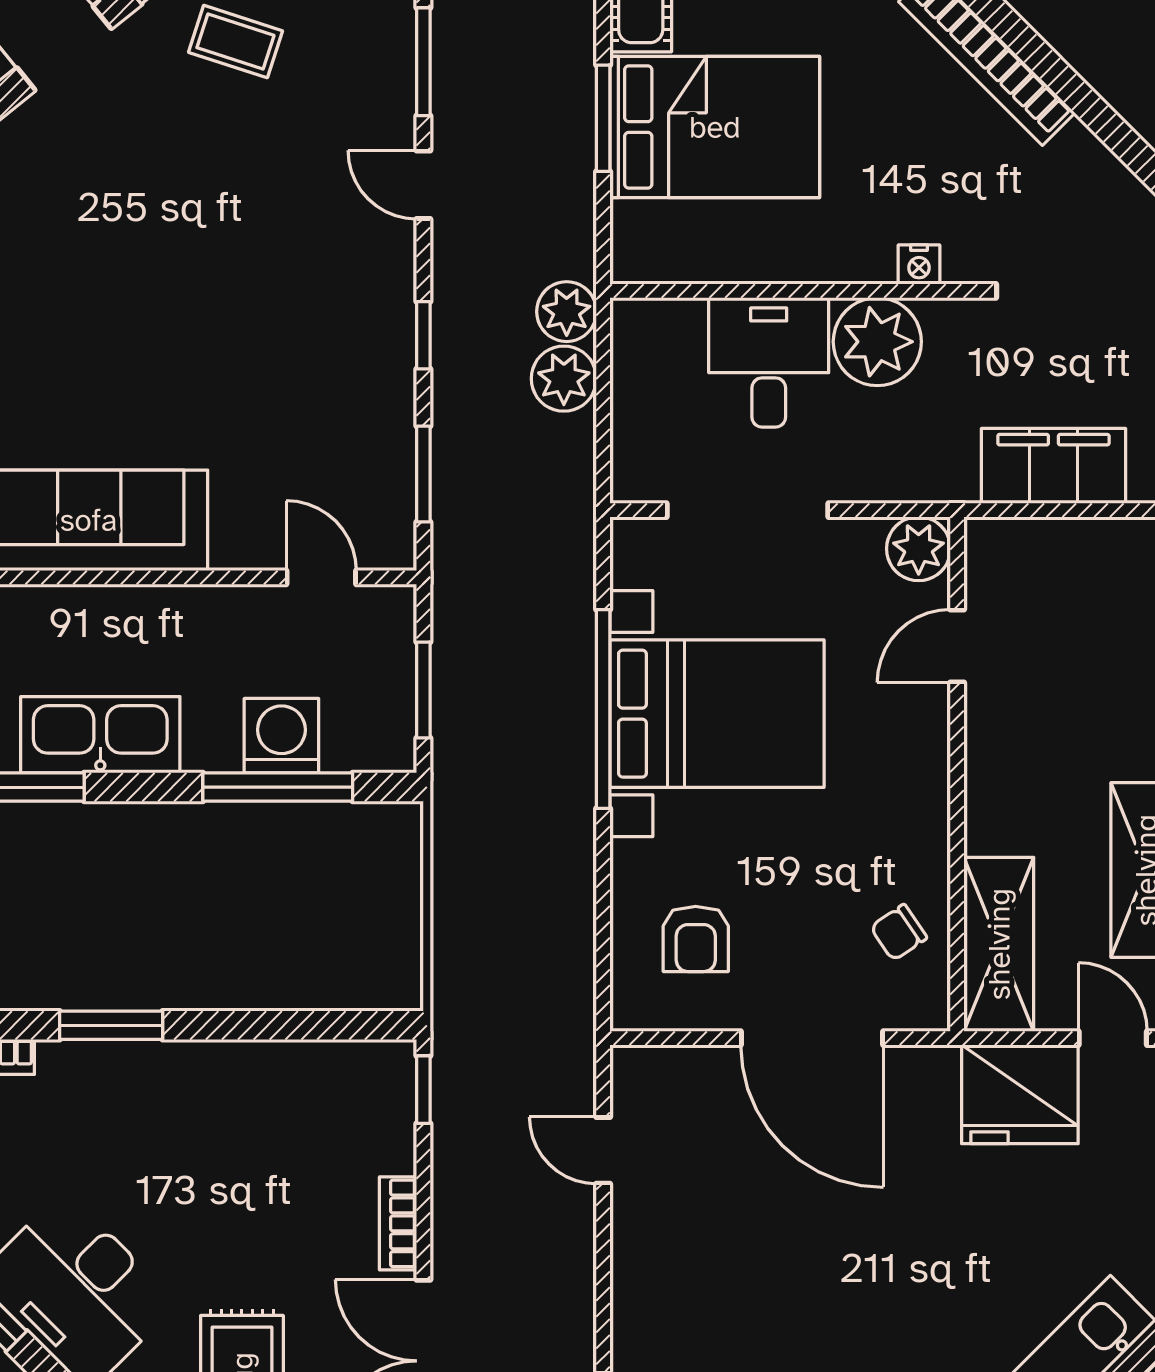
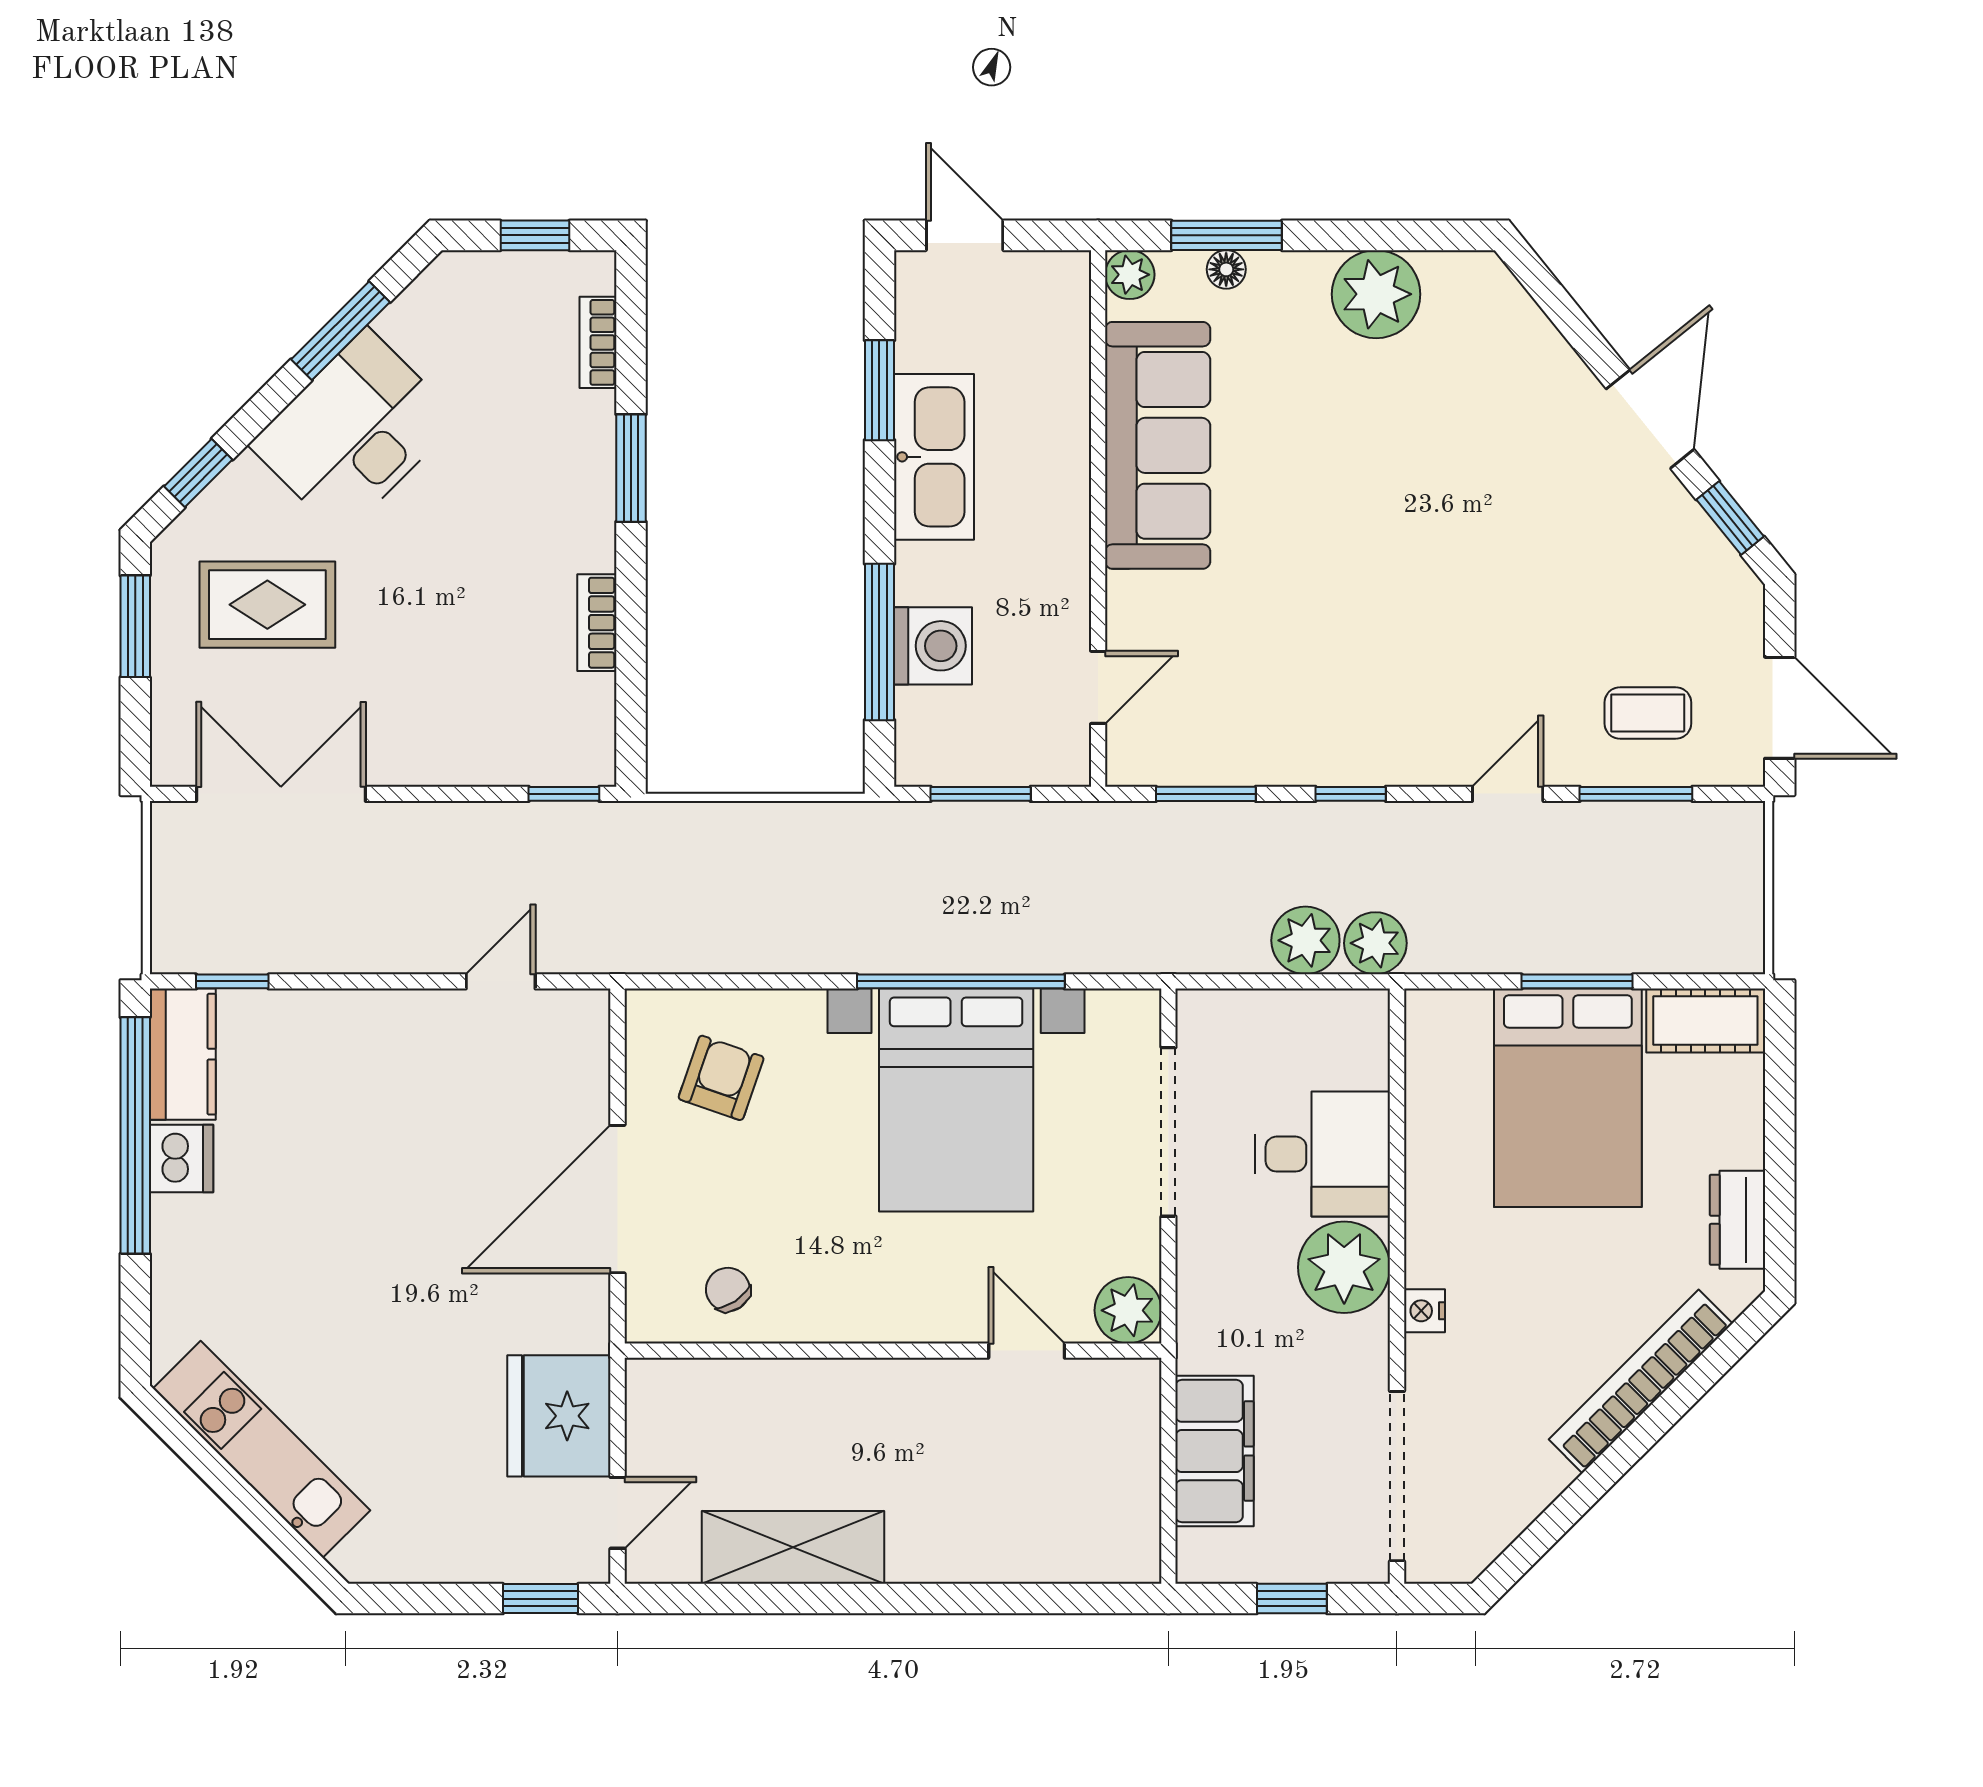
coffee table: (235, 42) -> (1648, 713), moved, turned 72
armchair: (696, 939) -> (721, 1078), turned 109
shelving: (999, 944) -> (715, 1394), removed
bookcase: (398, 1223) -> (597, 623), moved, turned -90

